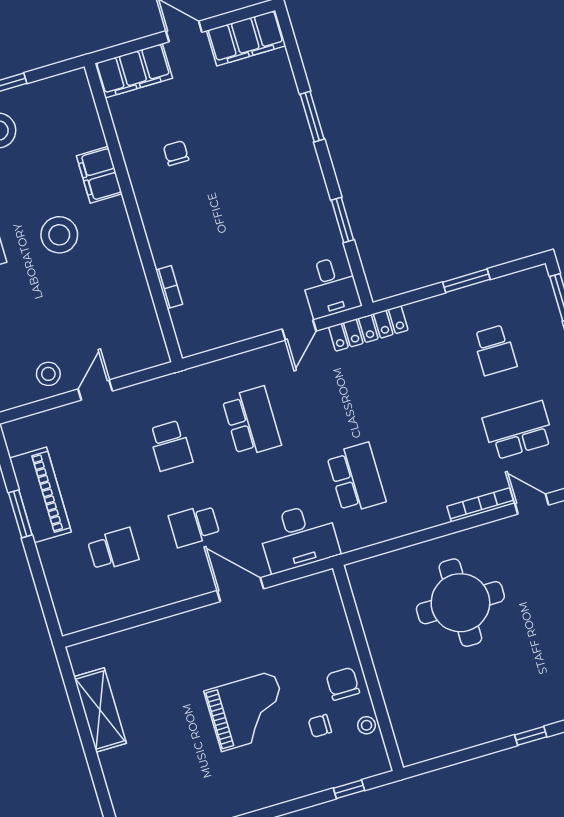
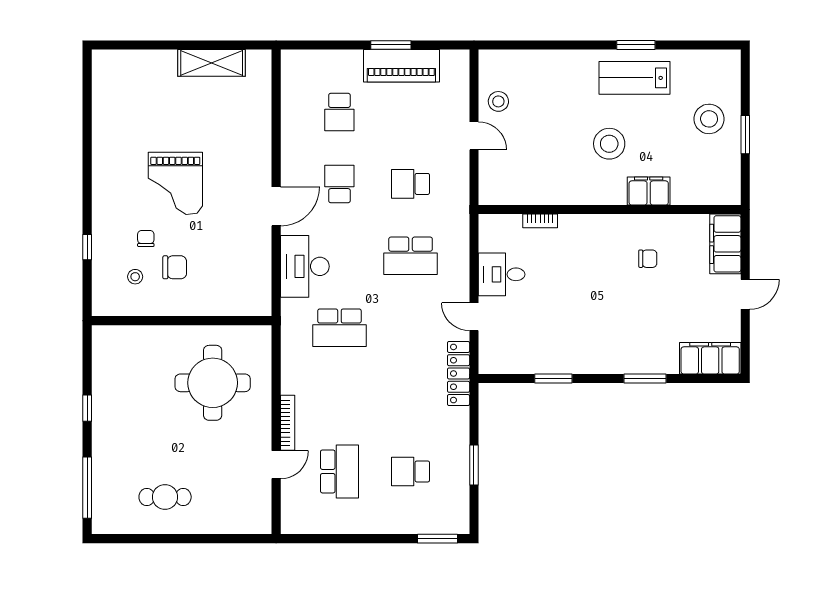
filing cabinet: (246, 38) -> (710, 358), moved, turned 90
desk: (330, 287) -> (502, 274), moved
wall: (368, 668) -> (182, 321), moved

